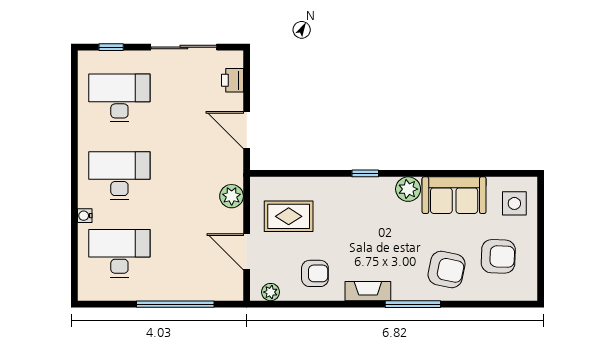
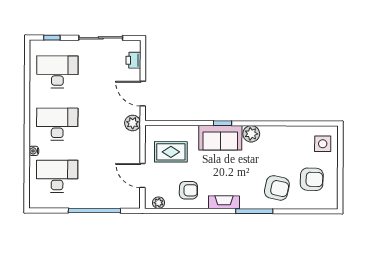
sofa: (454, 195) -> (220, 138), moved
plant: (232, 196) -> (133, 123), moved

